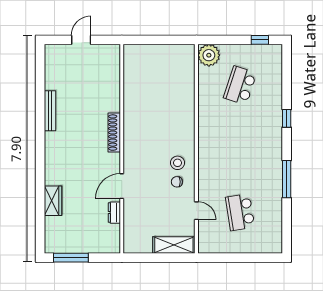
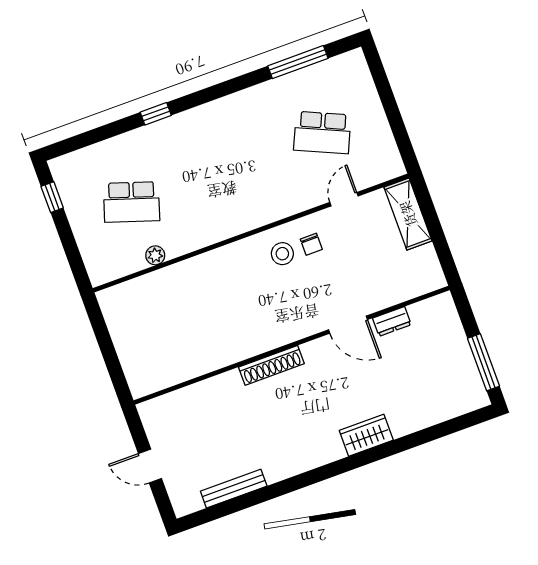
plant: (209, 55) -> (155, 255), moved, width x0.53, depth x0.53
bench: (50, 111) -> (234, 489), moved
window: (287, 179) -> (298, 62), moved
wardrobe: (53, 201) -> (366, 435), moved
school desk: (240, 212) -> (322, 133), turned 33

